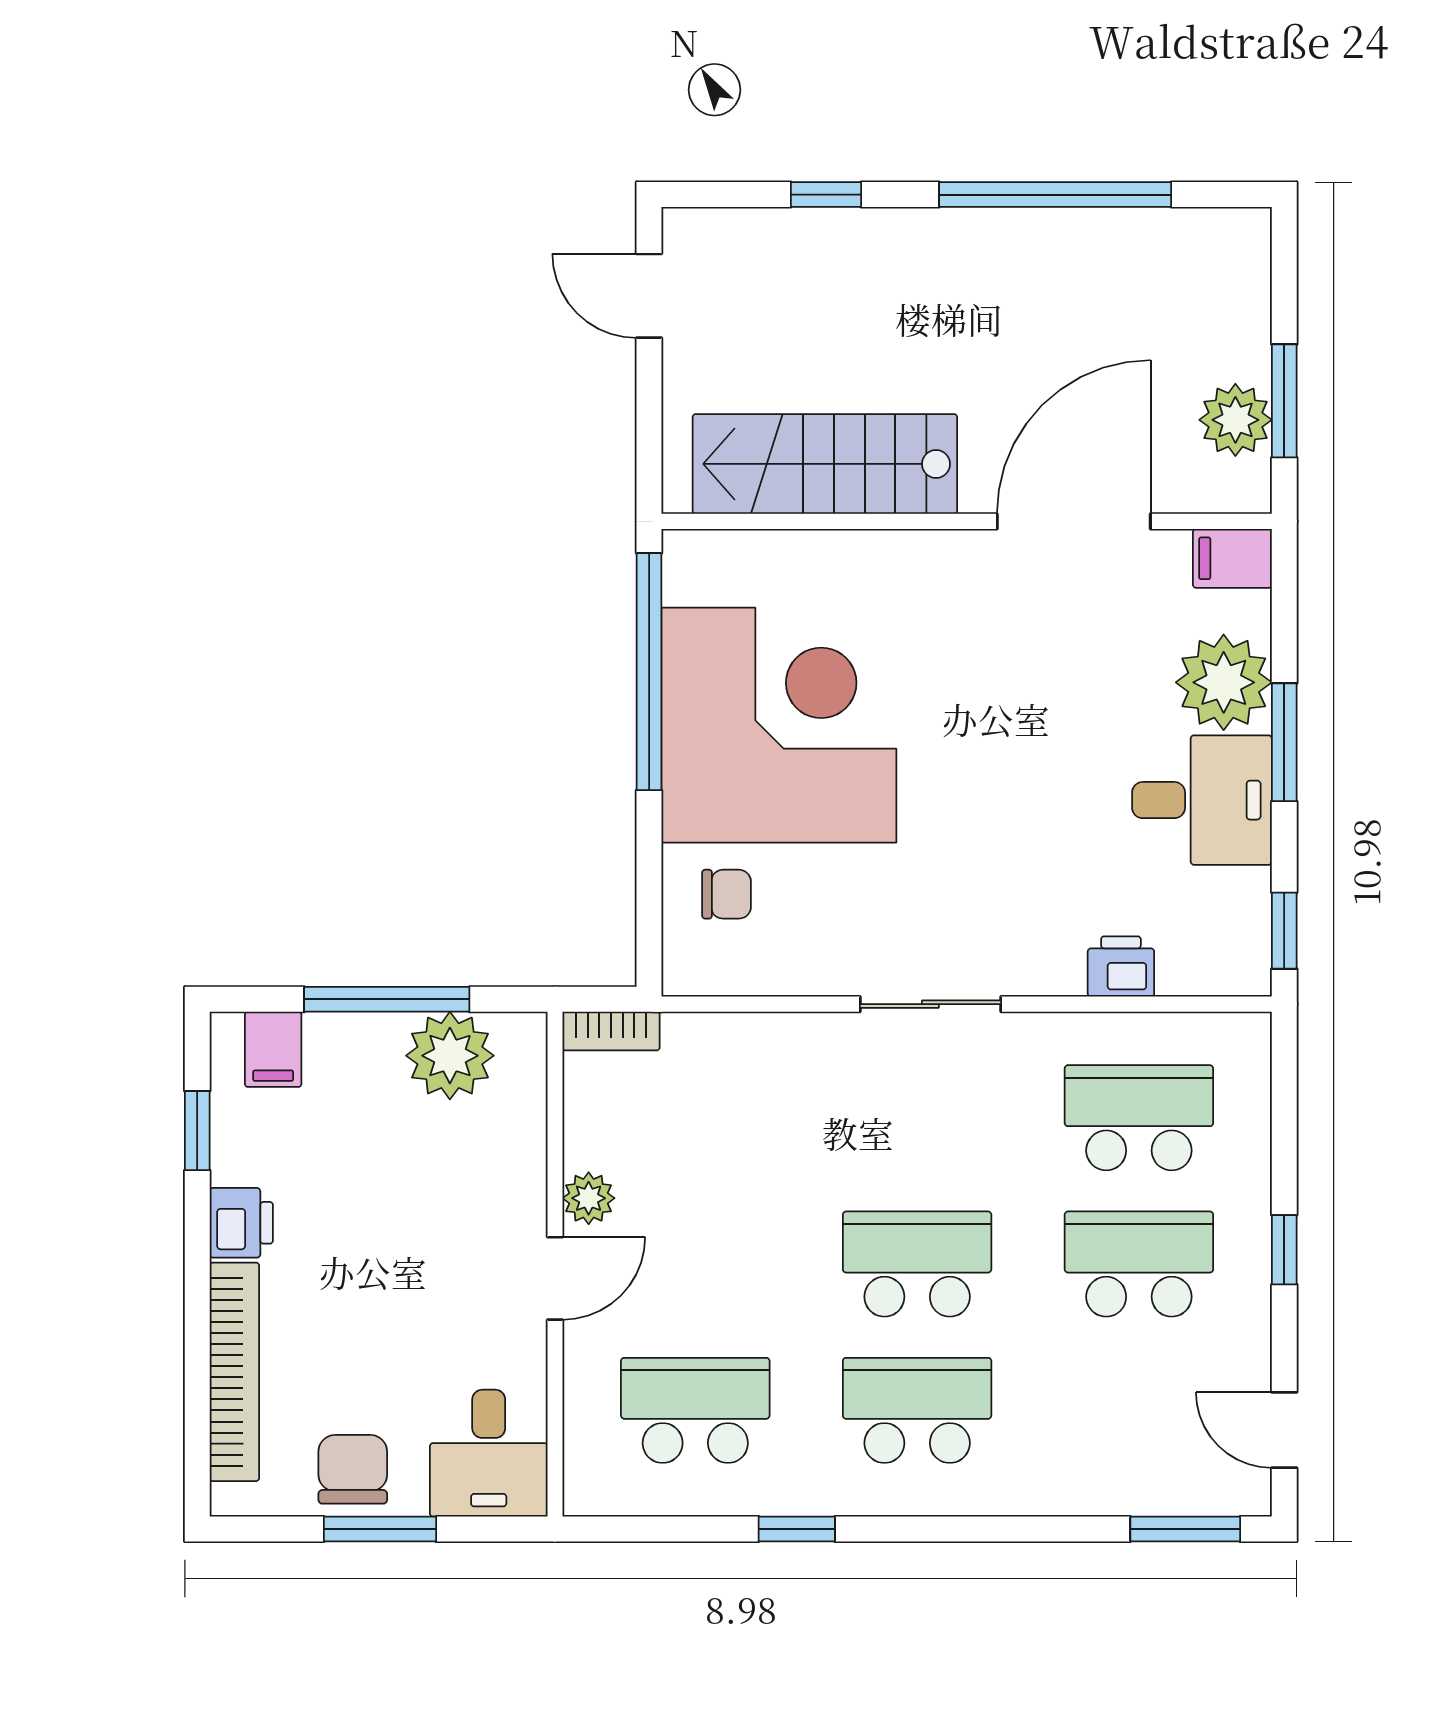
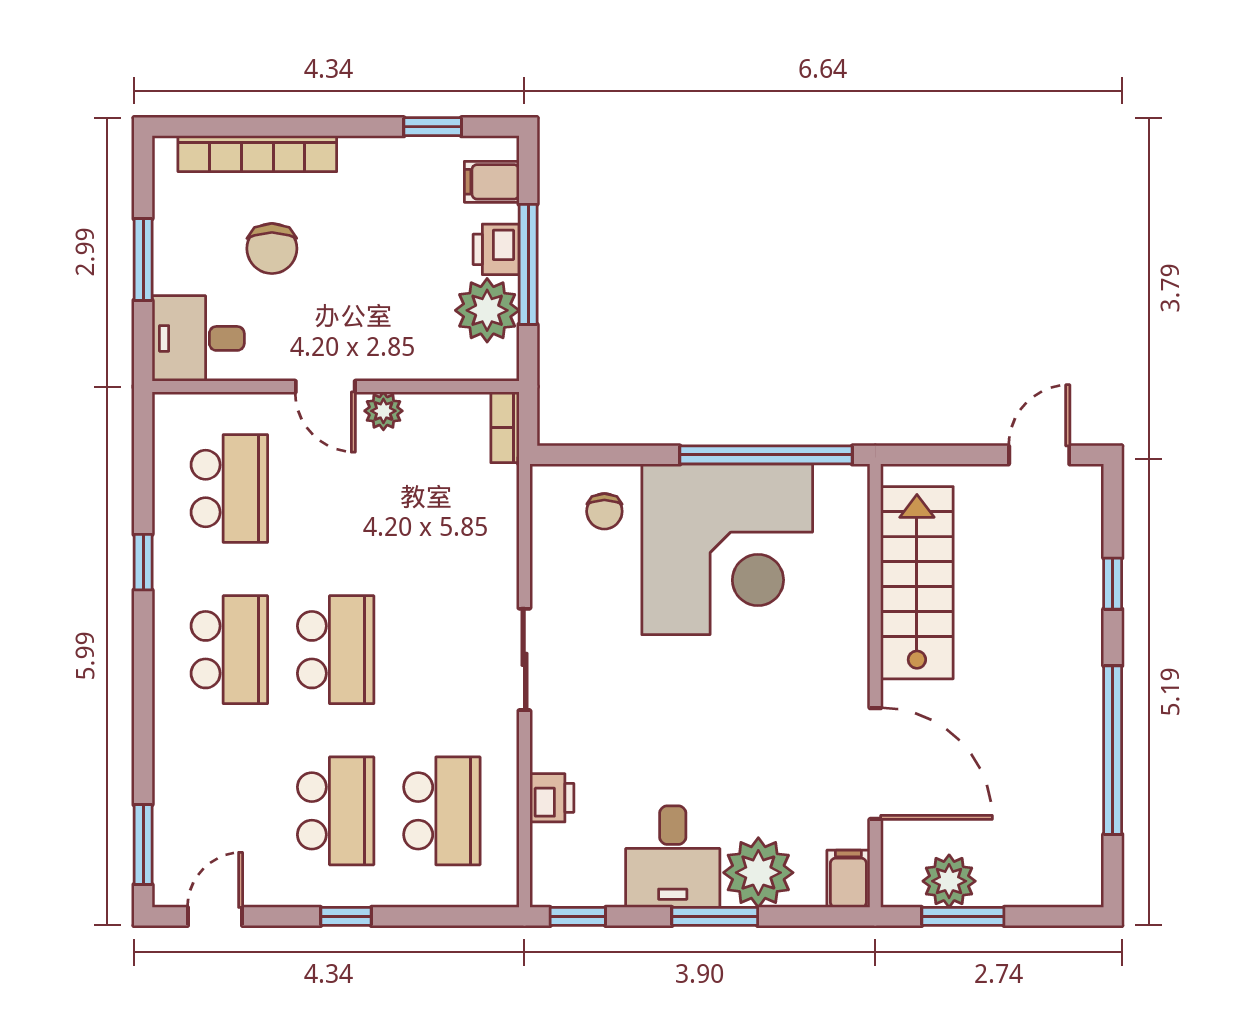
printer: (241, 1223) -> (496, 249), moved, turned 90
chair: (353, 1469) -> (272, 249), moved, turned 90

